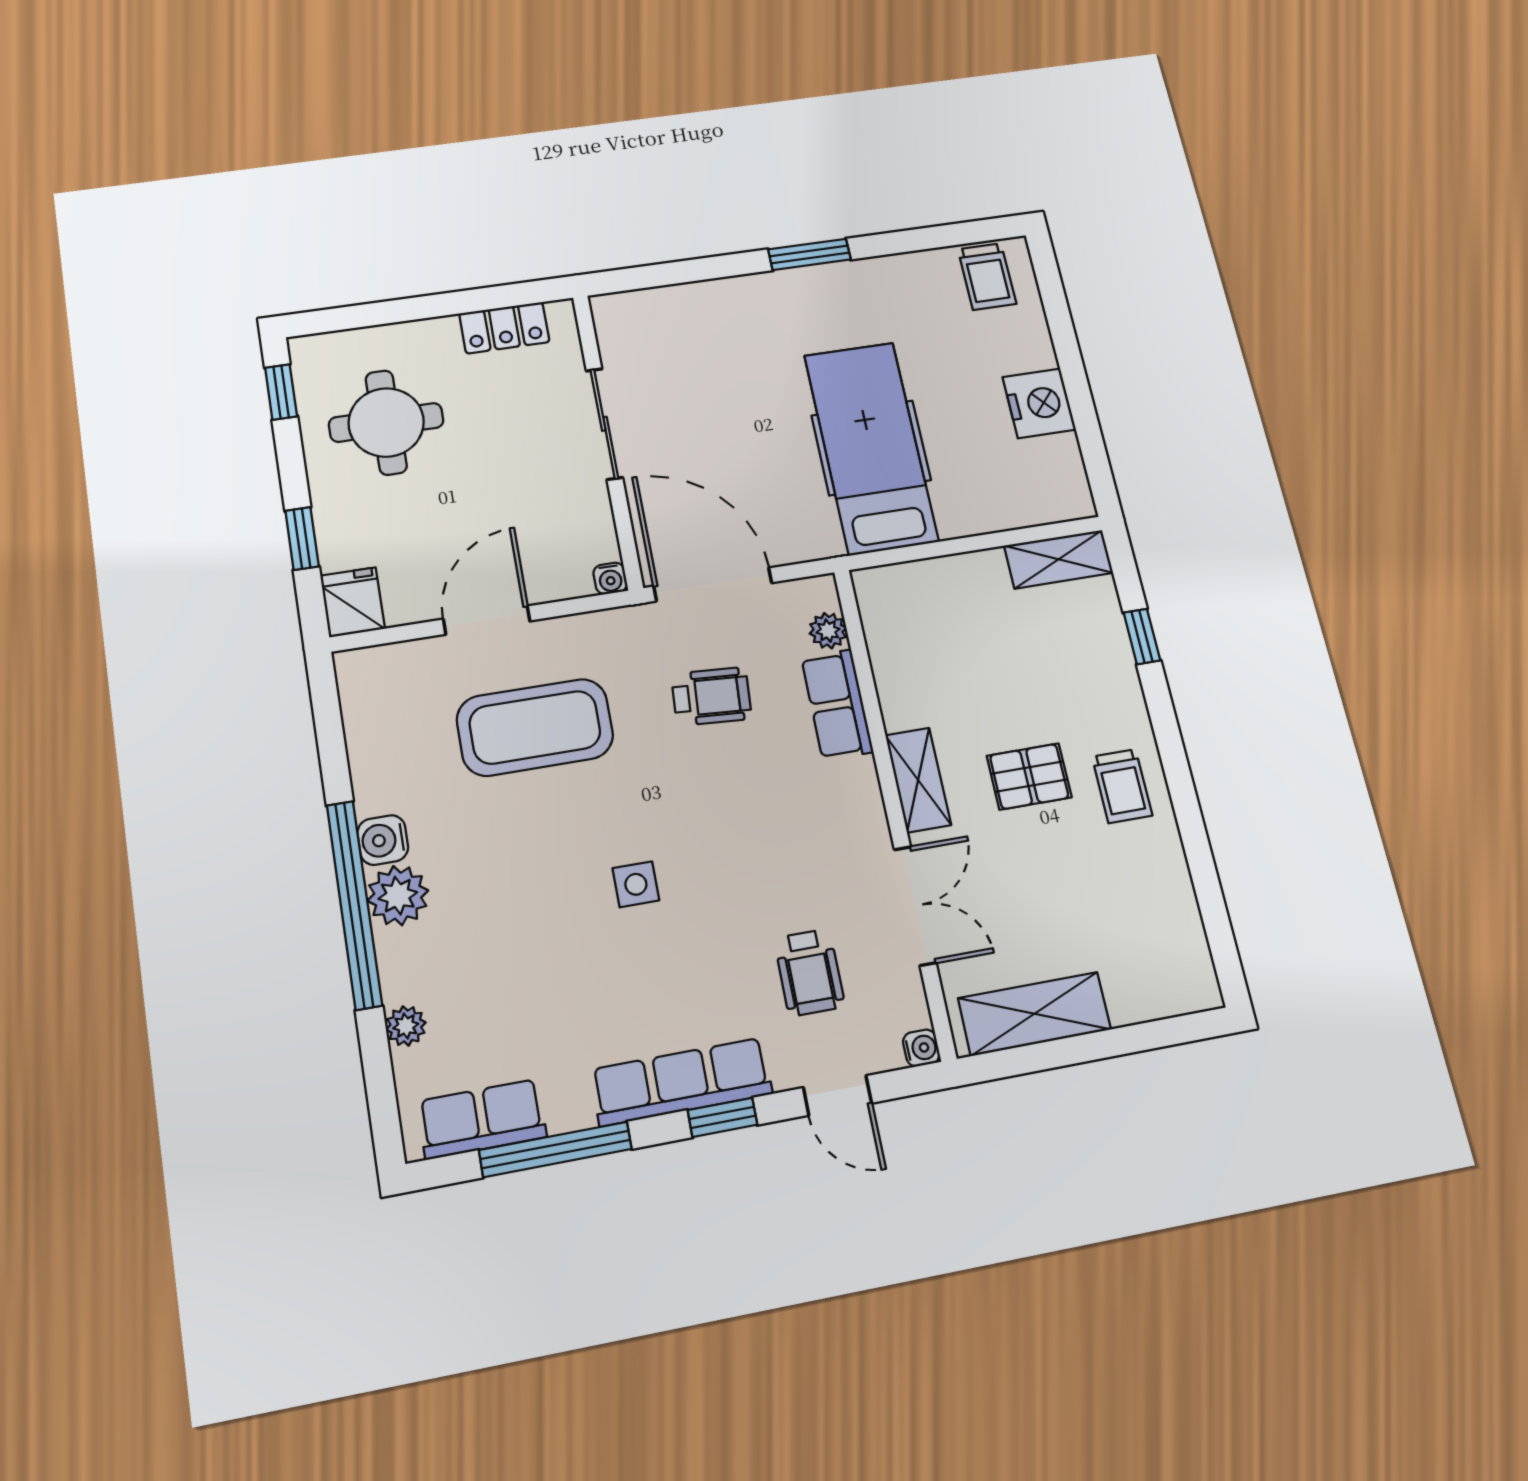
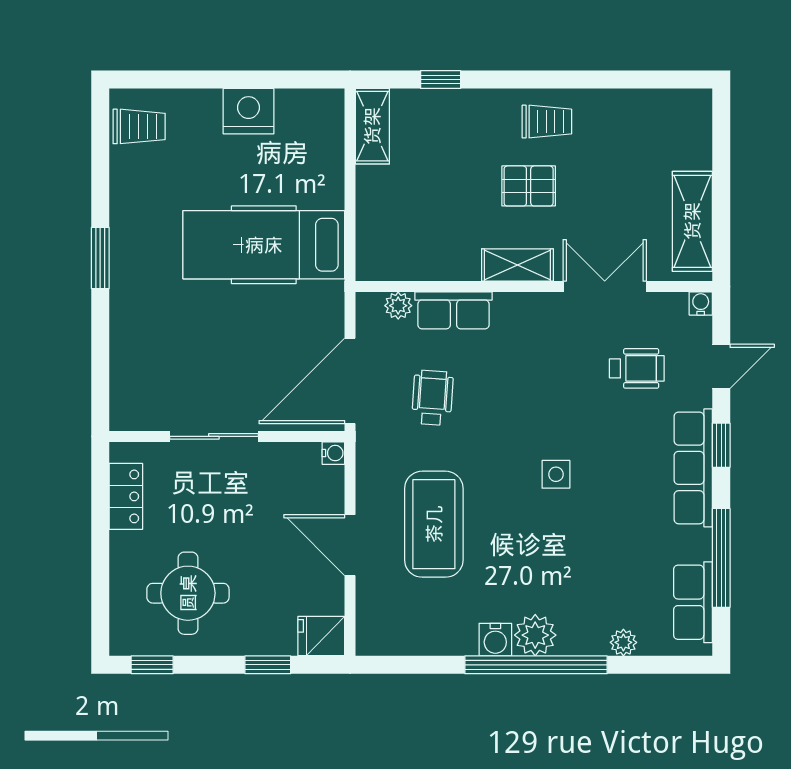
pallet: (1029, 777) -> (529, 186), turned 90

